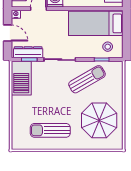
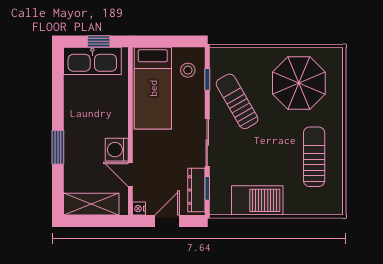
barbecue: (21, 78) -> (257, 200), moved
sun lounger: (50, 130) -> (314, 157), turned 180

